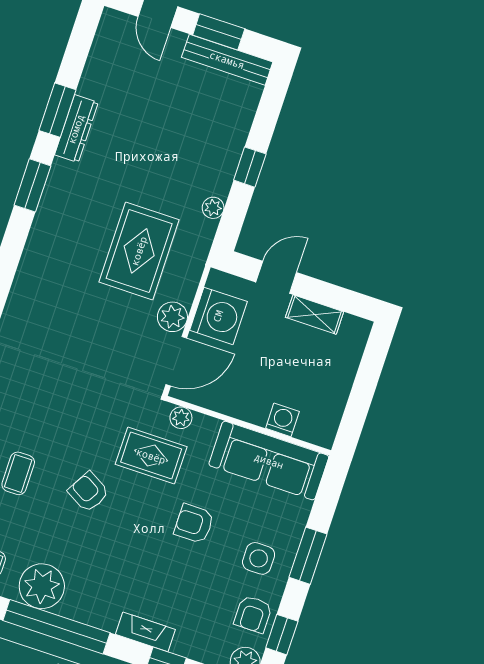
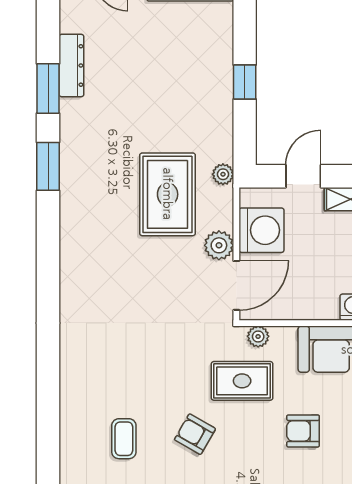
dresser: (76, 129) -> (71, 65), moved
plant: (213, 208) -> (223, 174), moved

